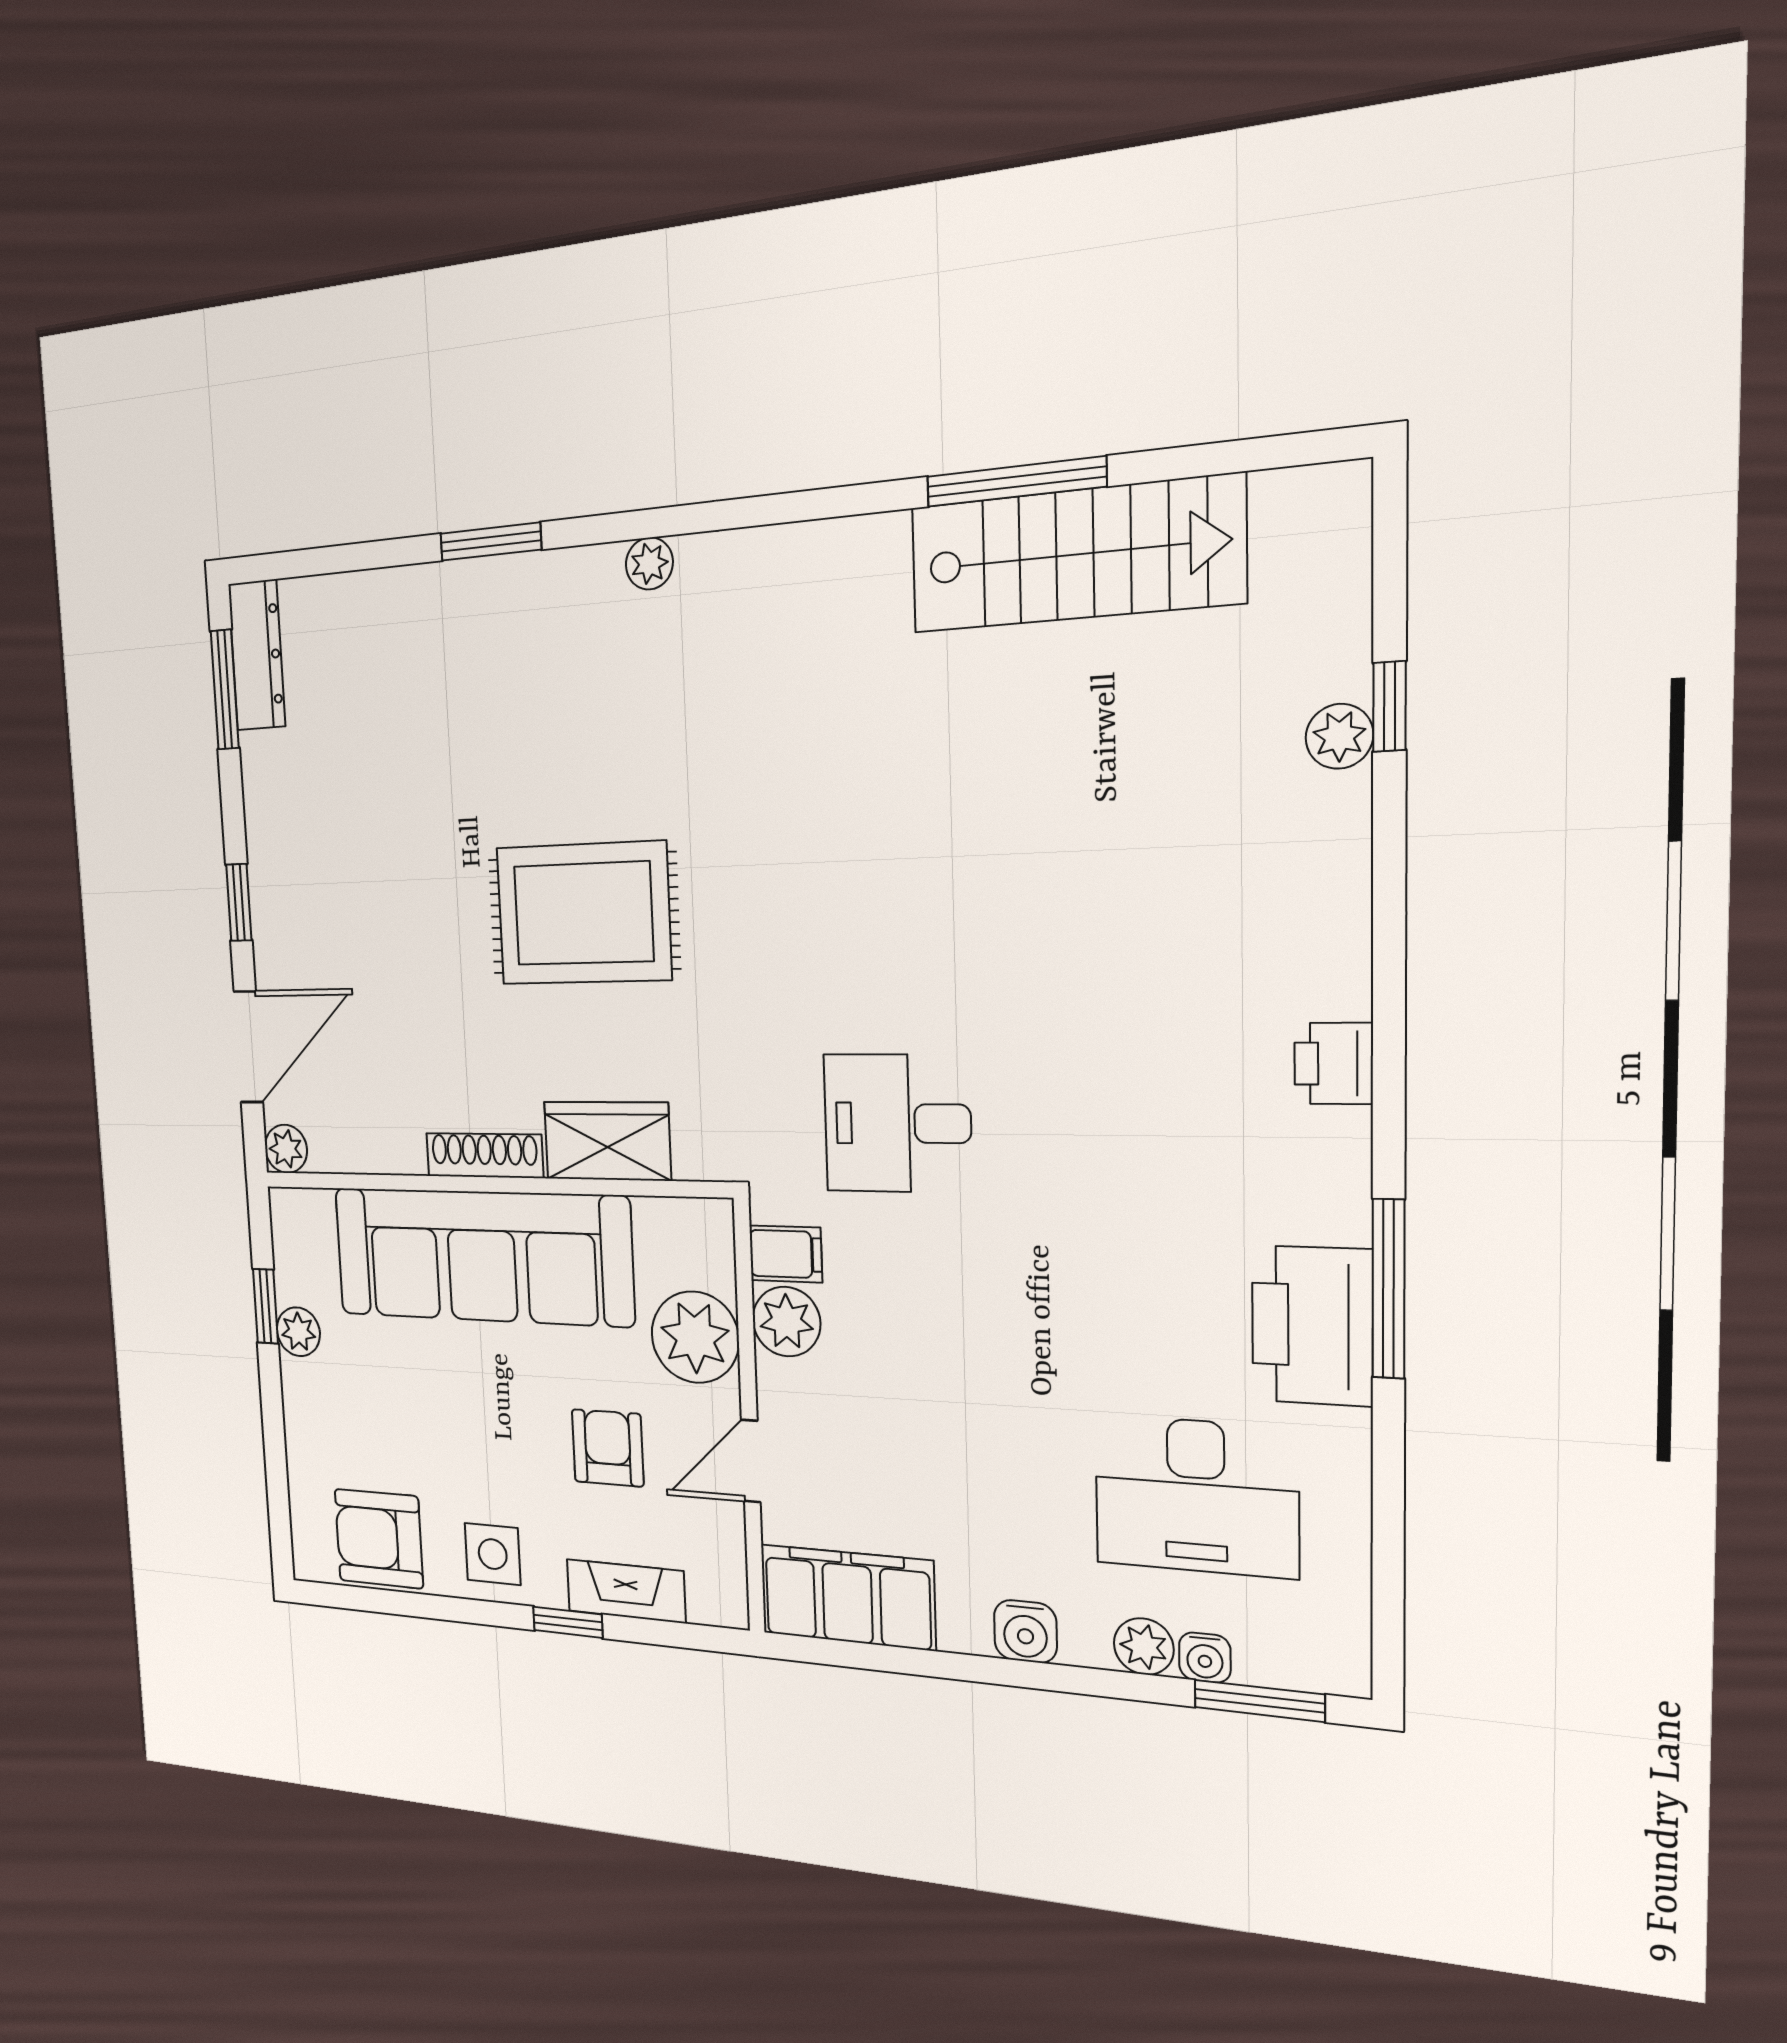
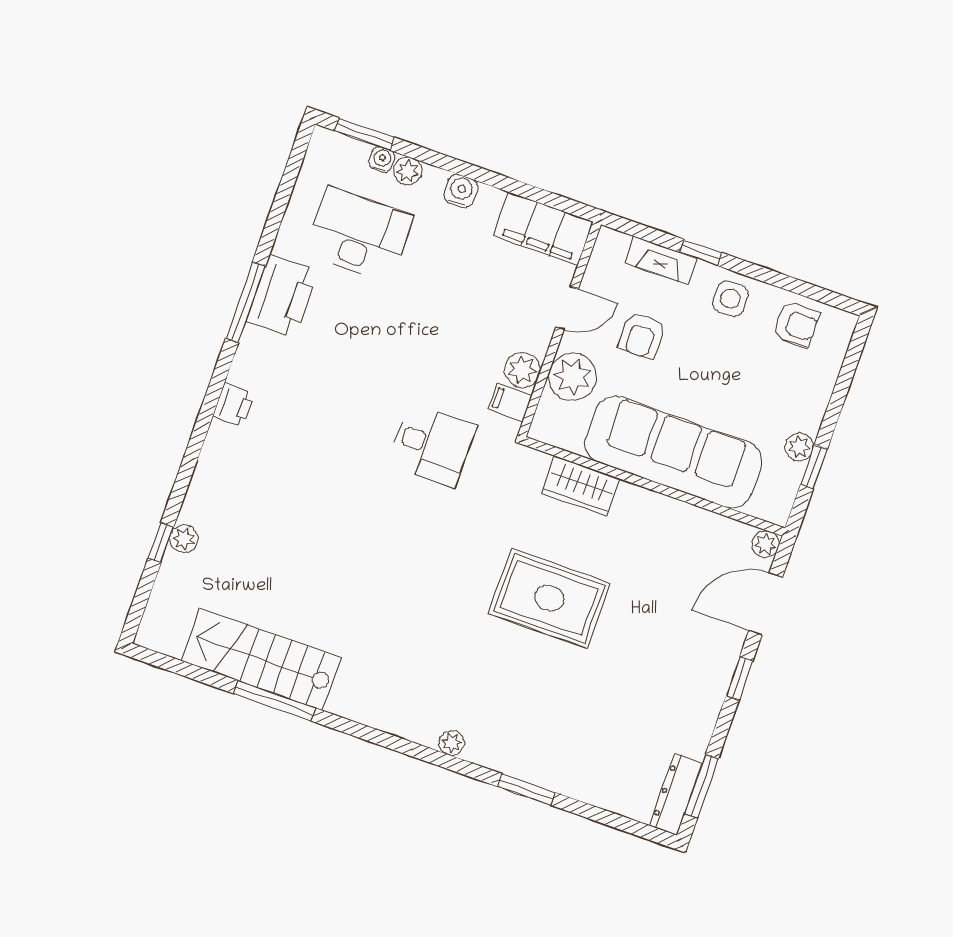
shoe rack: (485, 1155) -> (651, 502), removed
armchair: (379, 1539) -> (796, 324), width x0.72, depth x0.72

